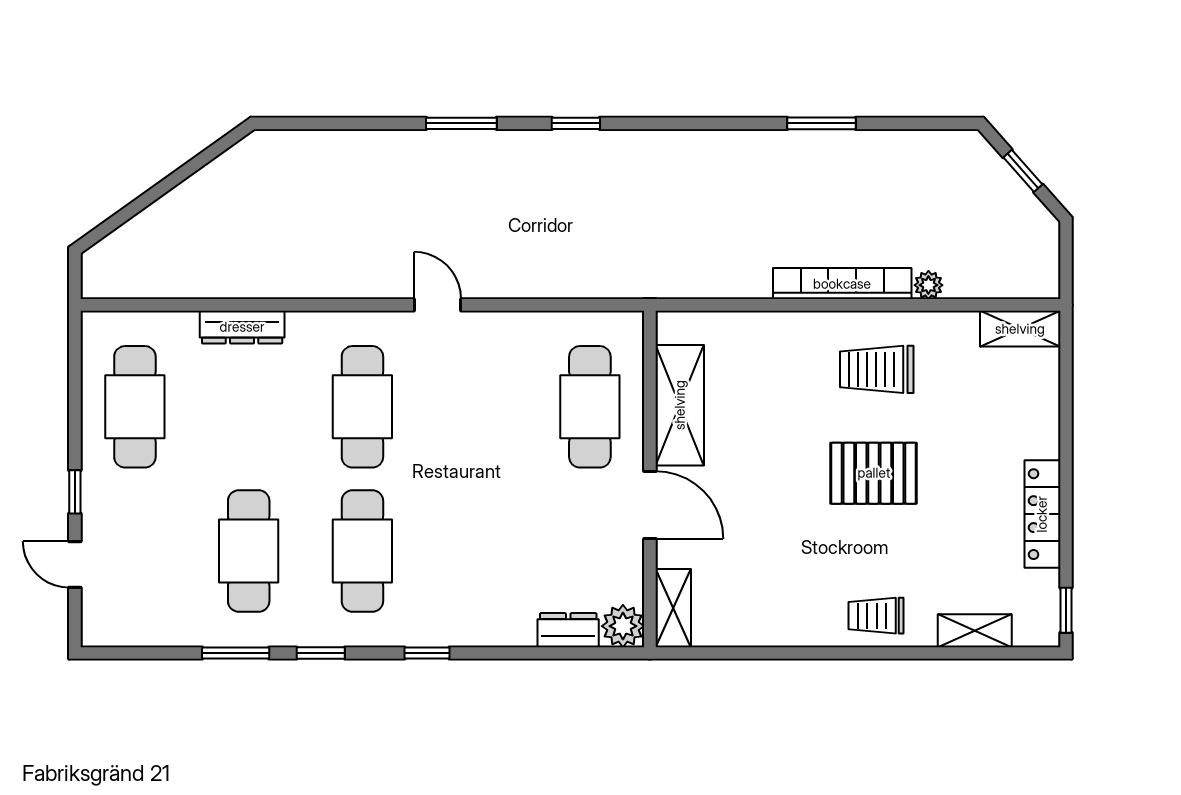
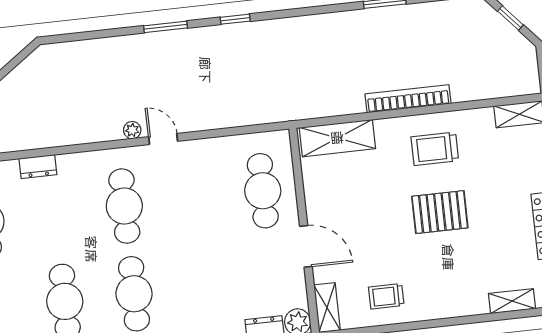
plant: (928, 285) -> (132, 130), moved
dresser: (242, 327) -> (38, 166), width x0.70
shelving: (680, 405) -> (337, 138), moved, turned 90
trolley: (876, 616) -> (386, 296), moved

